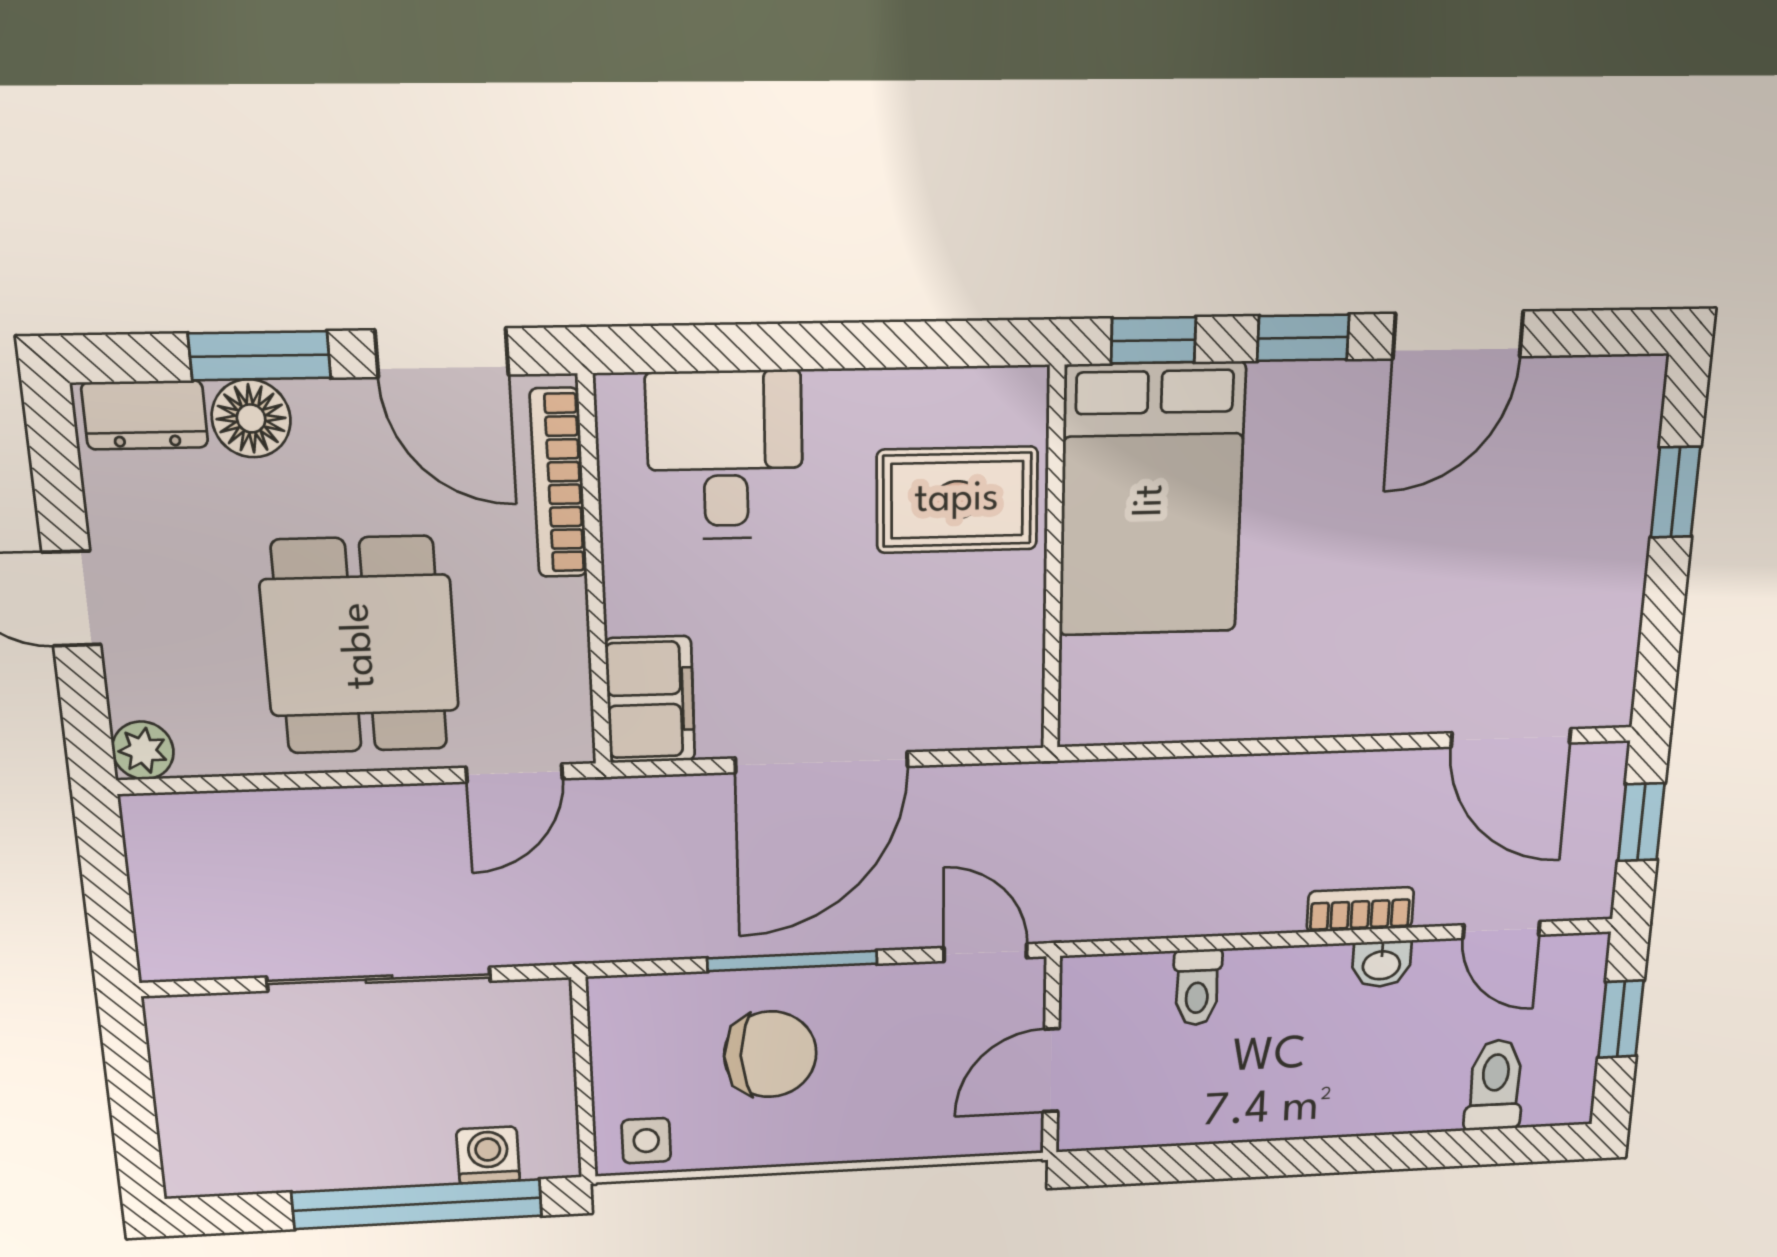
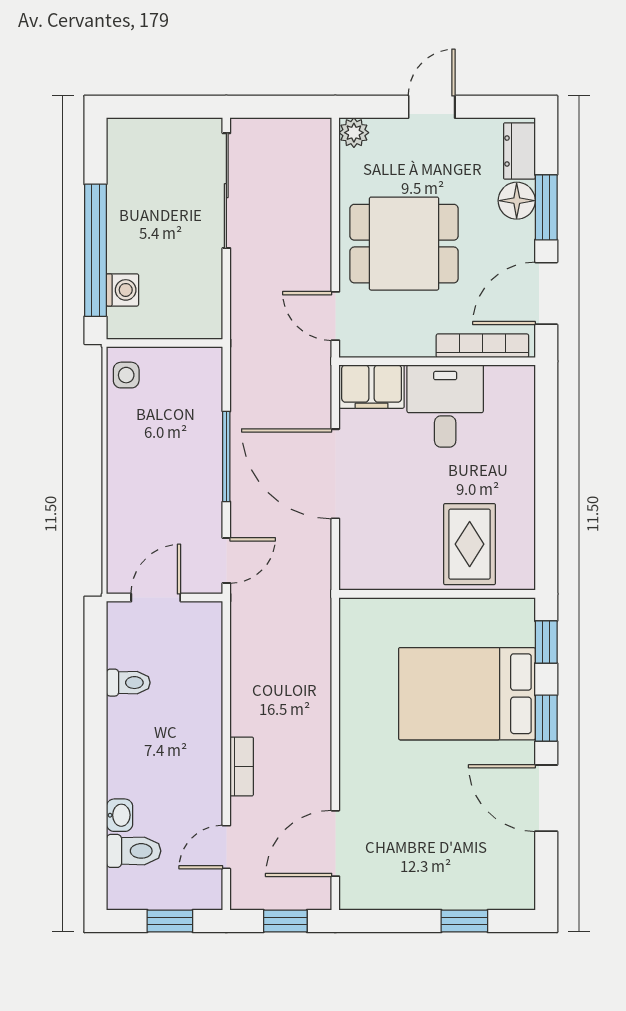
desk: (725, 455) -> (445, 406), moved, turned -90
bed: (1151, 500) -> (467, 694), moved
washbasin: (1381, 964) -> (119, 815), moved, turned 180
sliding door: (379, 979) -> (226, 191), moved
toilet: (1197, 987) -> (128, 683), moved, turned 180
chair: (770, 1054) -> (173, 444), removed
door: (1051, 1070) -> (156, 598), hinge flipped

